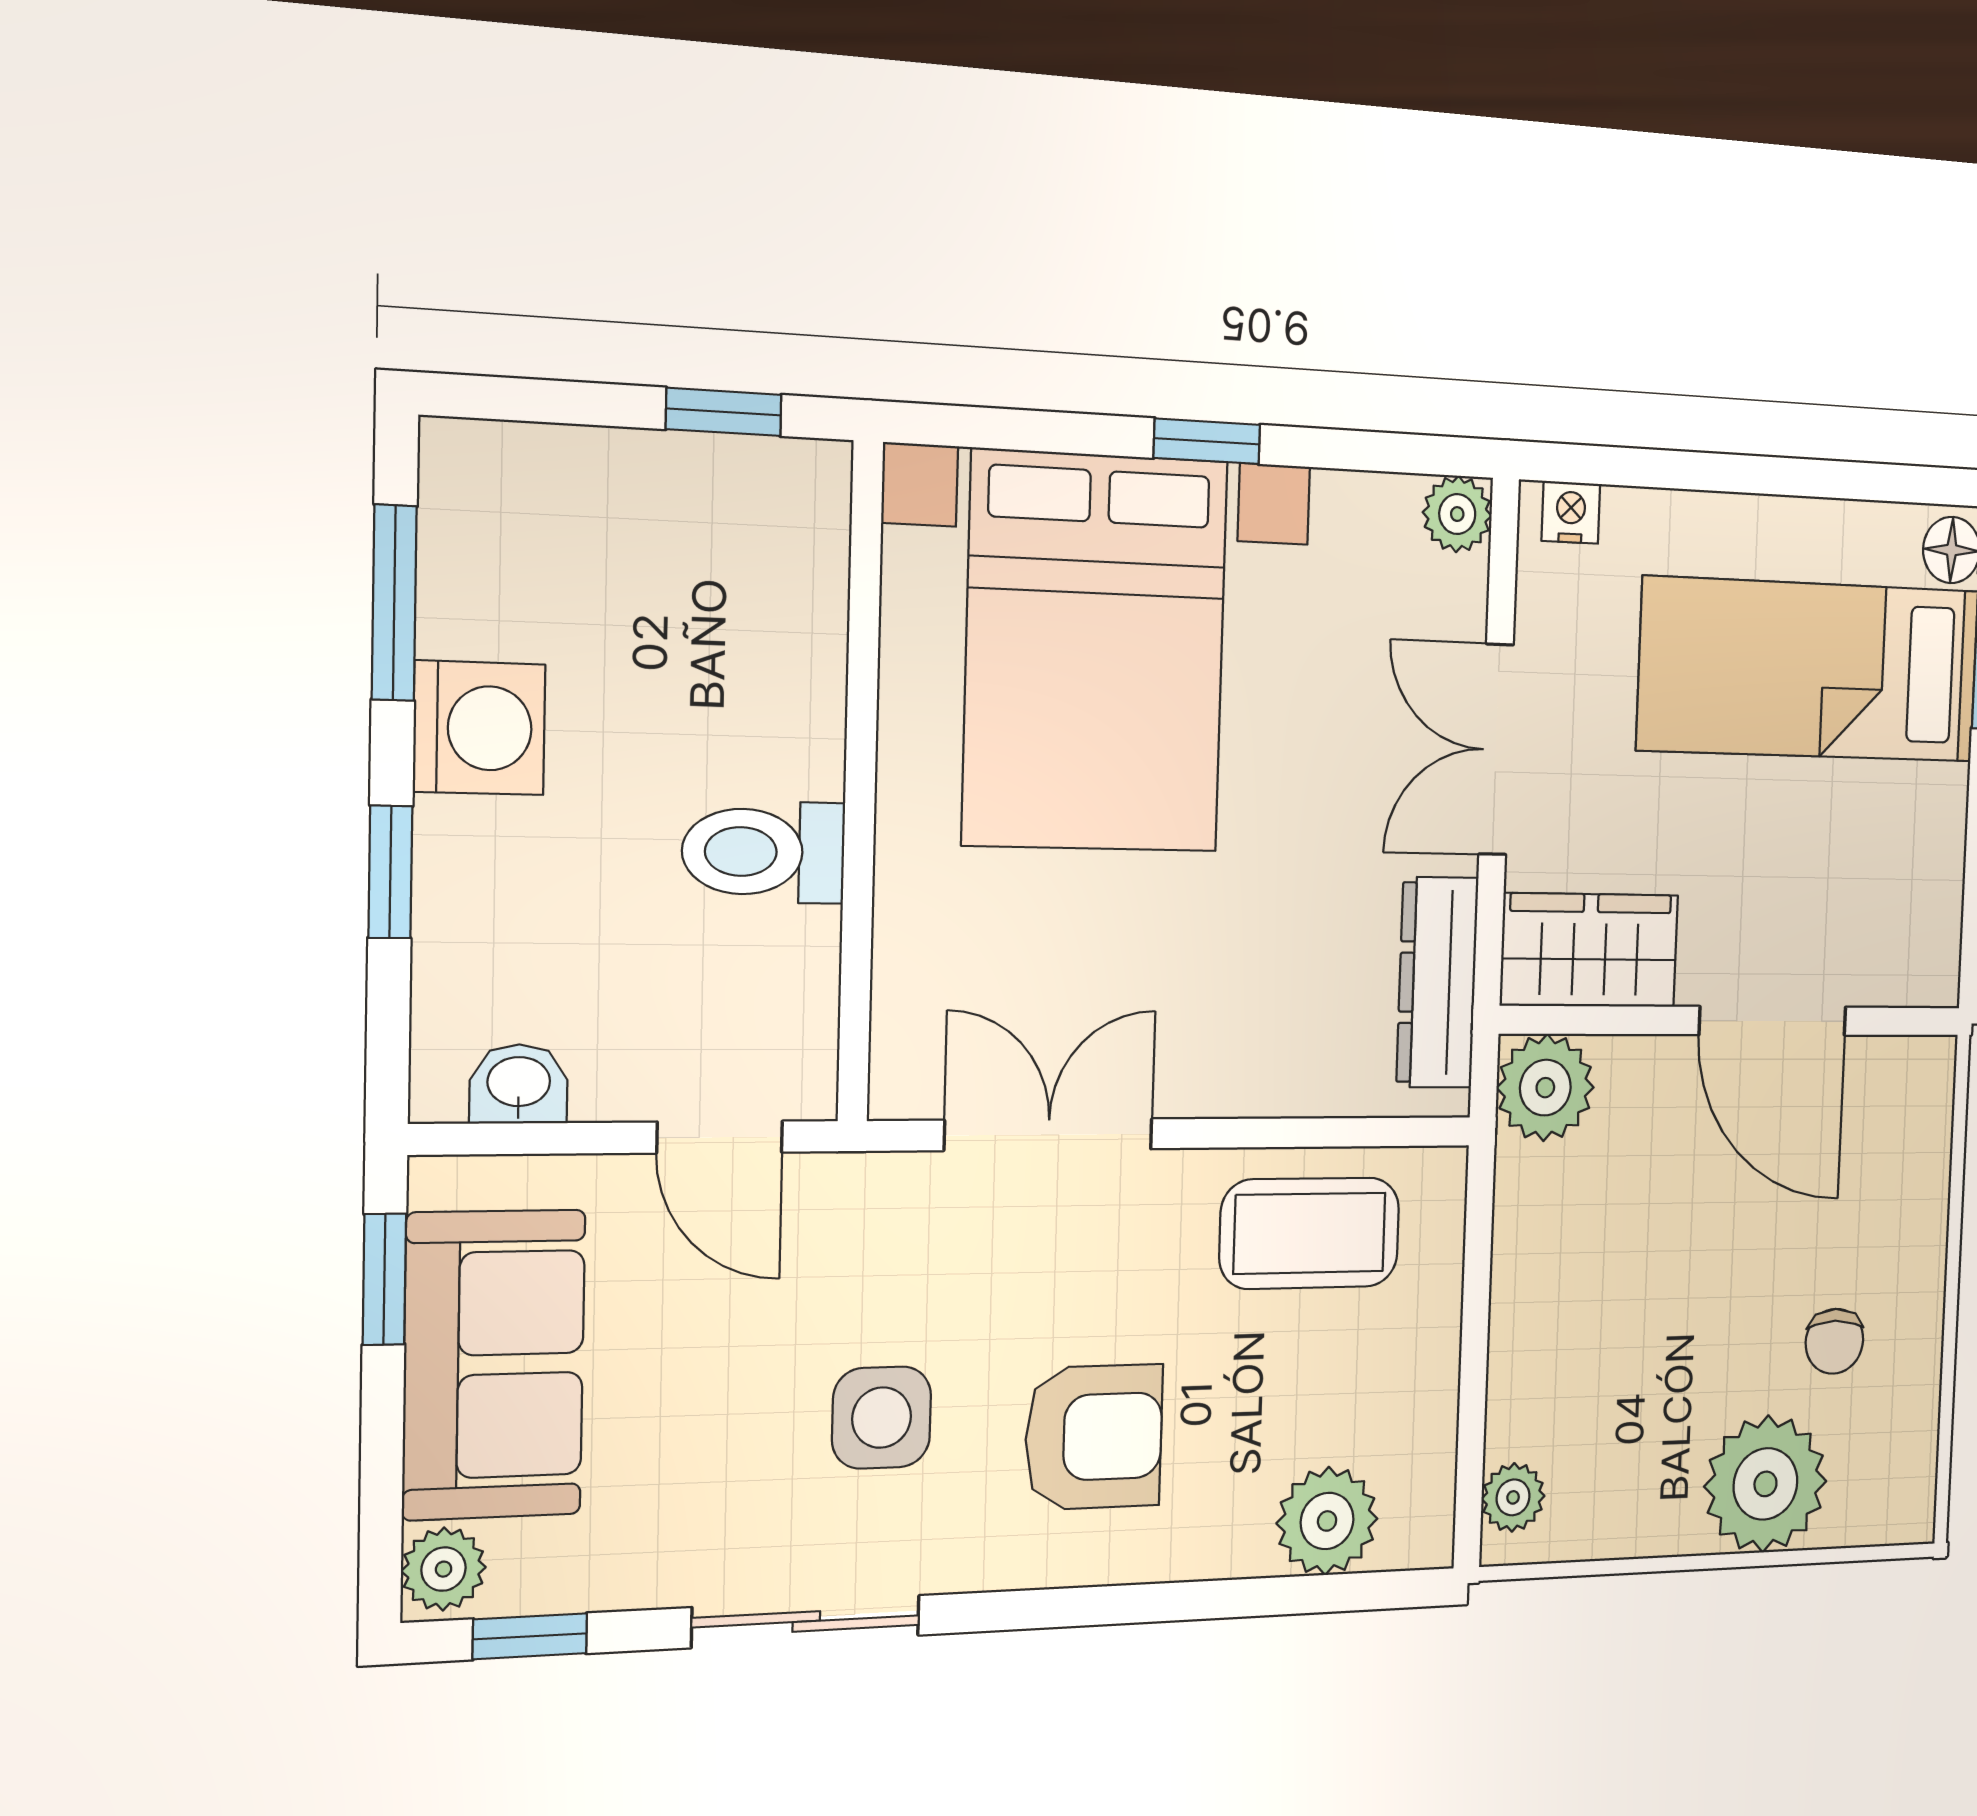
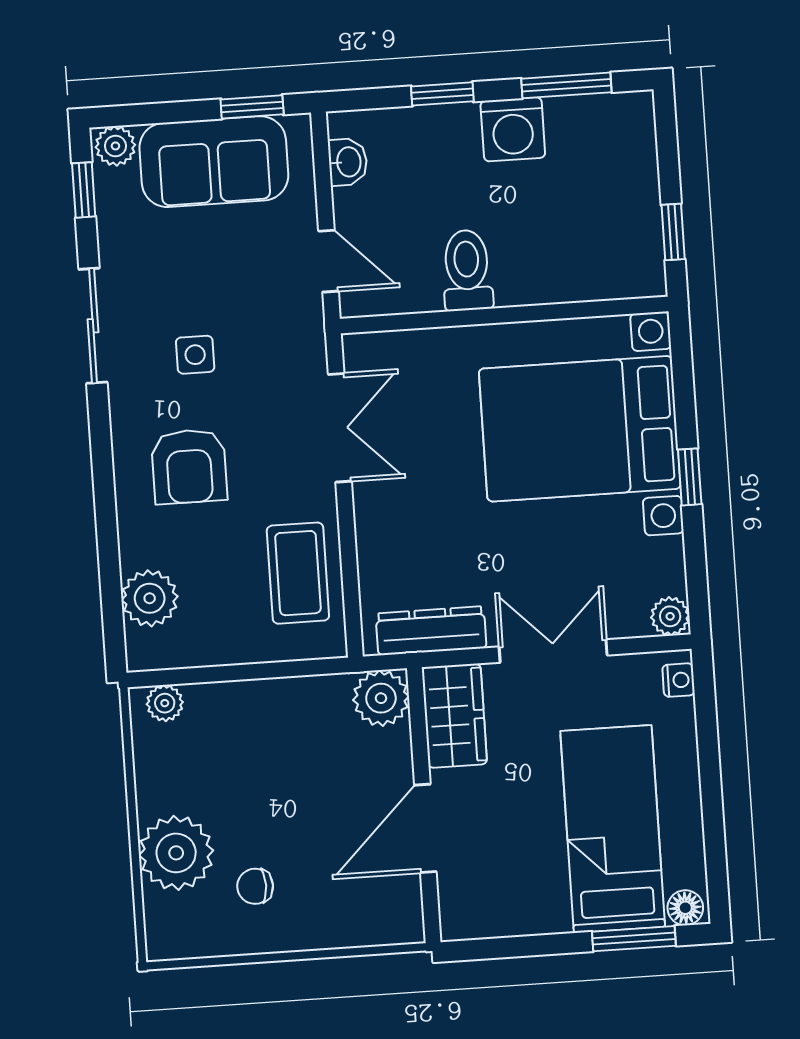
door: (720, 1137) -> (328, 261), swing flipped
side table: (882, 1418) -> (195, 355), width x0.73, depth x0.73

